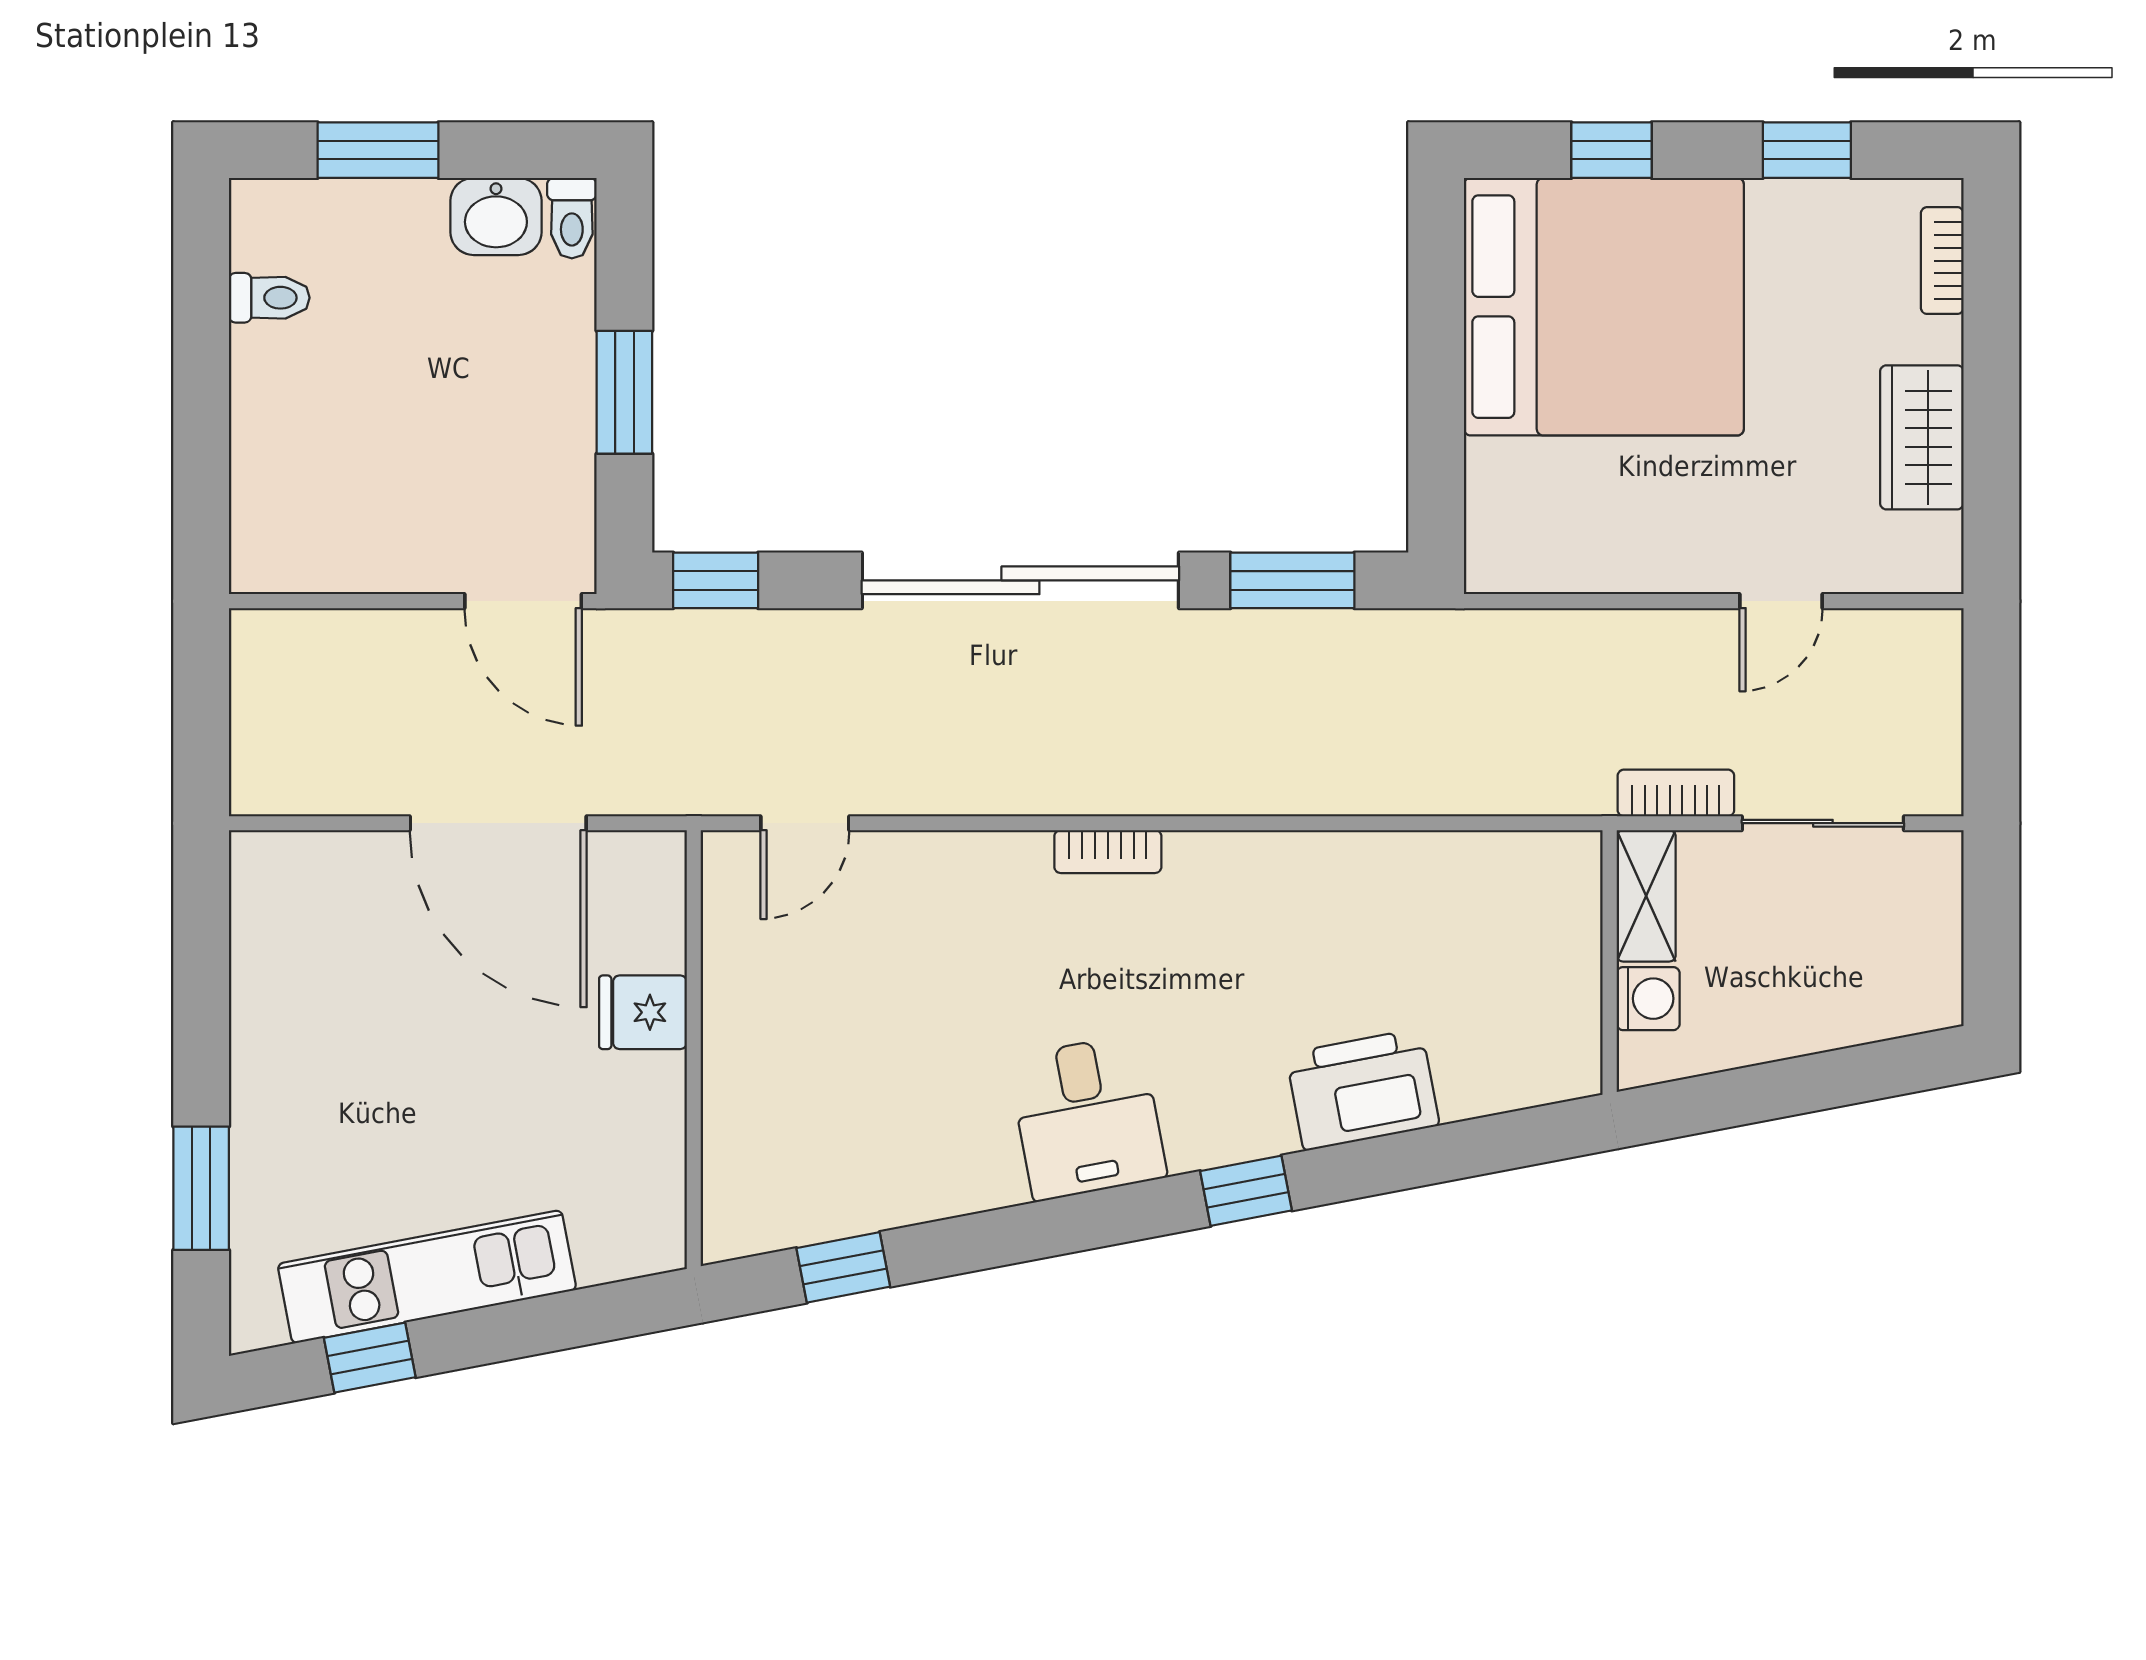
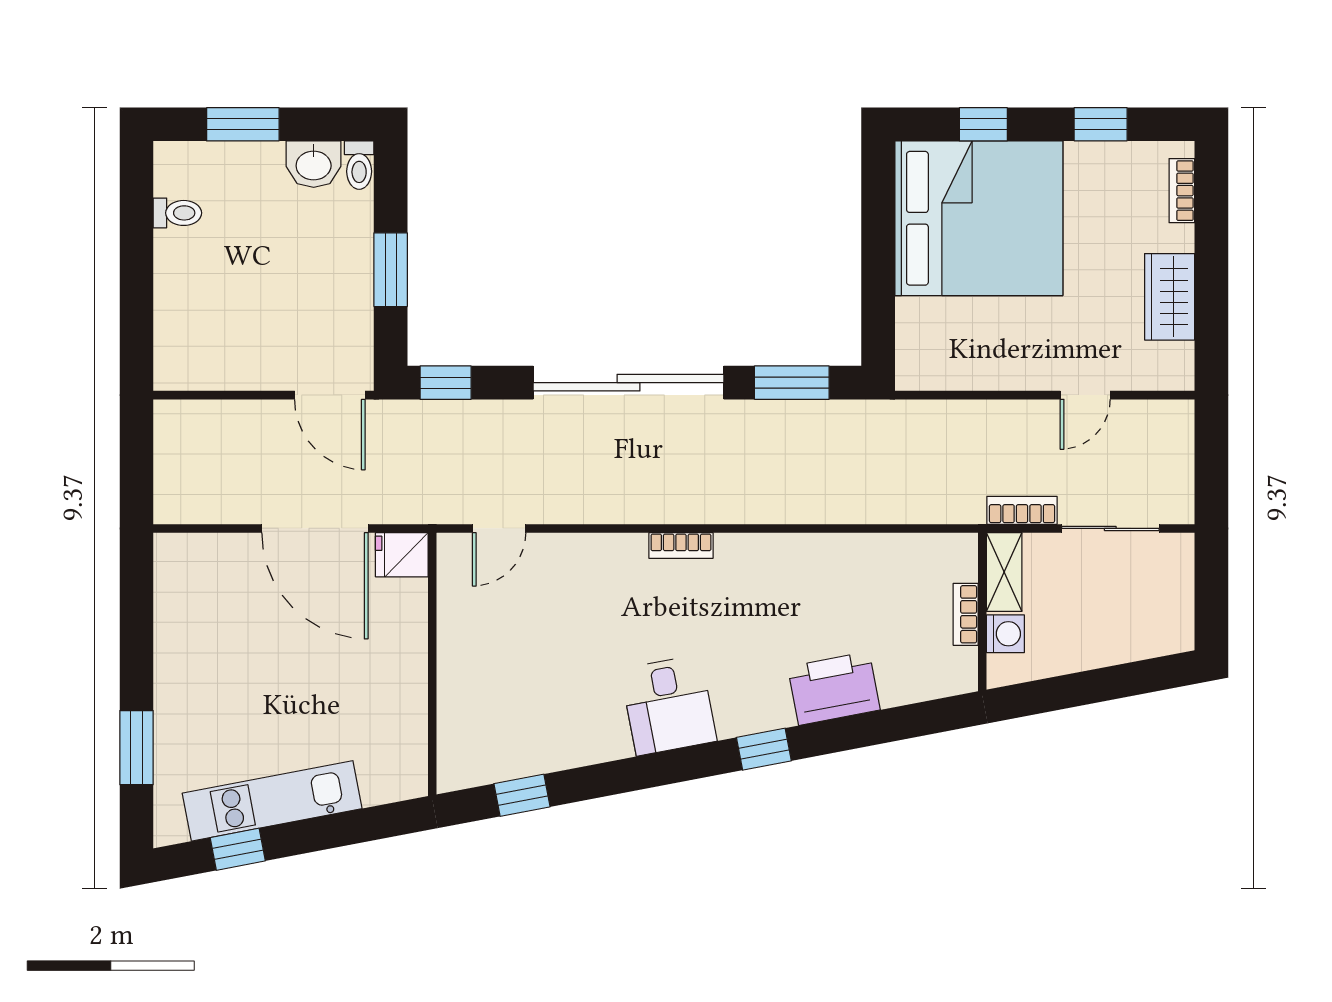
bookcase: (1582, 966) -> (966, 614), added
fridge: (643, 1012) -> (402, 555), moved

